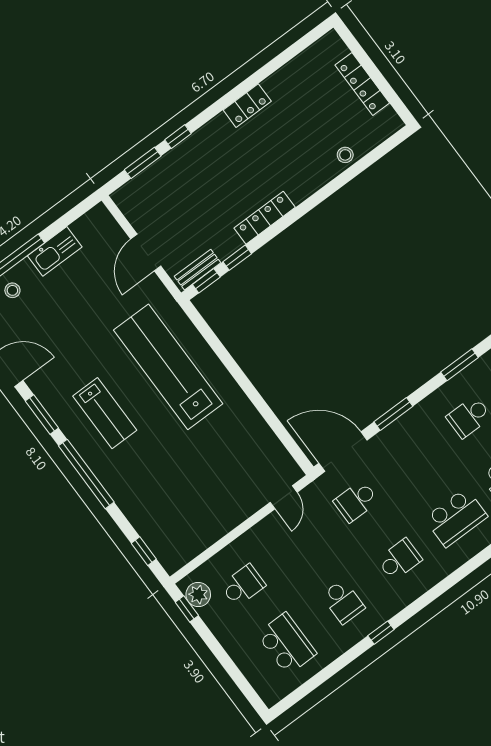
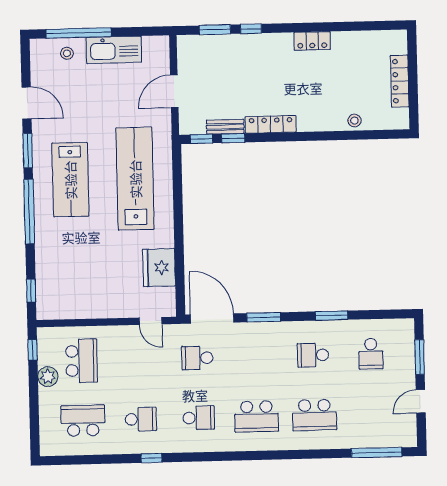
kitchen sink: (55, 251) -> (114, 50), width x1.36, depth x1.24
bench: (198, 270) -> (225, 127), moved
lab bench: (105, 413) -> (70, 180), width x1.36, depth x1.39
fridge: (254, 438) -> (159, 268), added
door: (284, 497) -> (150, 321), hinge flipped
school desk: (243, 585) -> (81, 361), width x1.85
plant: (198, 595) -> (48, 377), moved
school desk: (343, 602) -> (141, 419), turned -90
school desk: (287, 644) -> (83, 421), turned -90

